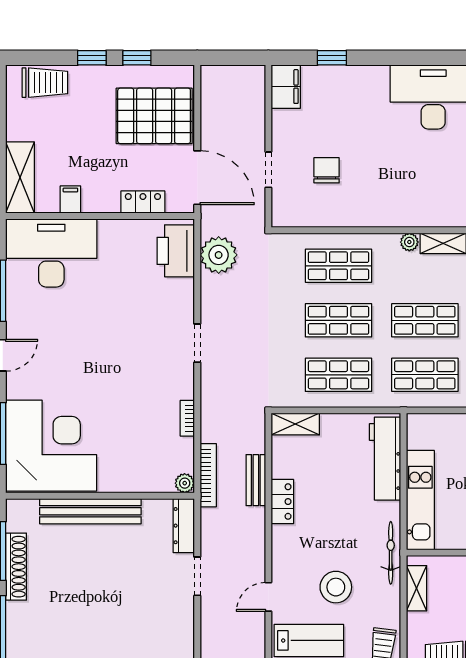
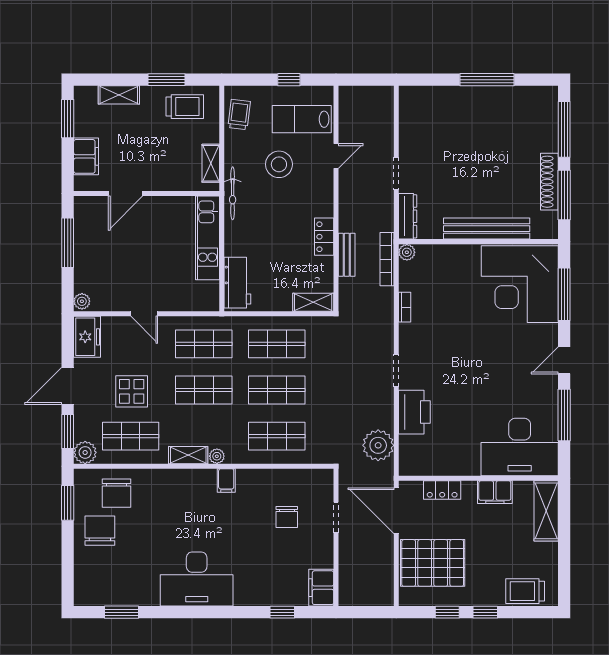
filing cabinet: (70, 200) -> (495, 492), width x2.00
filing cabinet: (398, 213) -> (226, 481), added
printer: (176, 251) -> (414, 412), moved
workbench: (385, 459) -> (237, 283), width x0.73

